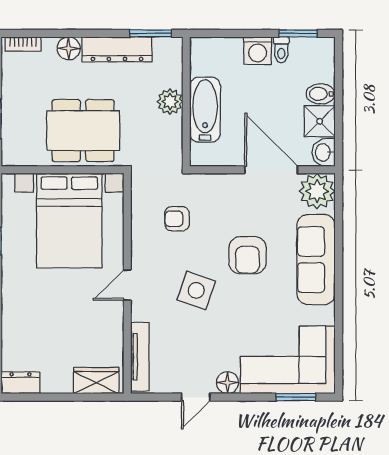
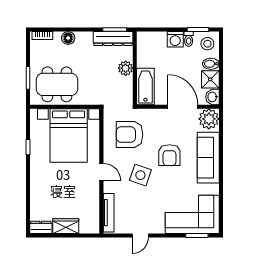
dresser: (117, 49) -> (113, 39), moved
stool: (315, 58) -> (207, 44), added
bathtub: (205, 110) -> (145, 86), moved
dining table: (83, 131) -> (57, 84), moved
armchair: (177, 219) -> (130, 135), width x1.88, depth x1.88
door: (127, 285) -> (101, 172), swing flipped
wardrobe: (96, 381) -> (66, 226), moved
floor lamp: (227, 383) -> (158, 227), removed

